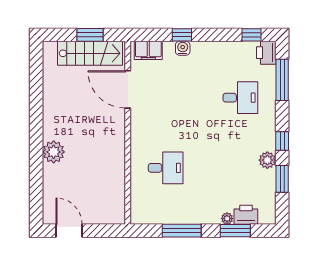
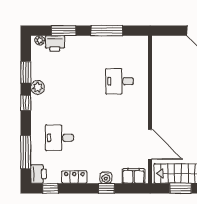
locker: (222, 49) -> (74, 177), added
plant: (227, 219) -> (40, 40), moved

